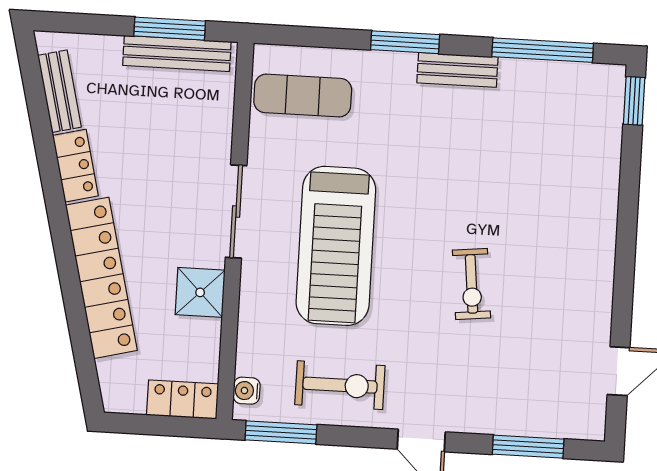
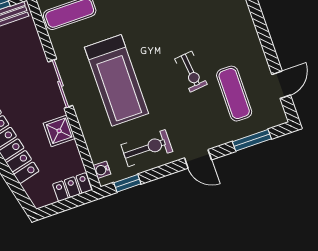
exercise mat: (531, 353) -> (234, 94), added
window: (281, 432) -> (127, 183), width x0.67

